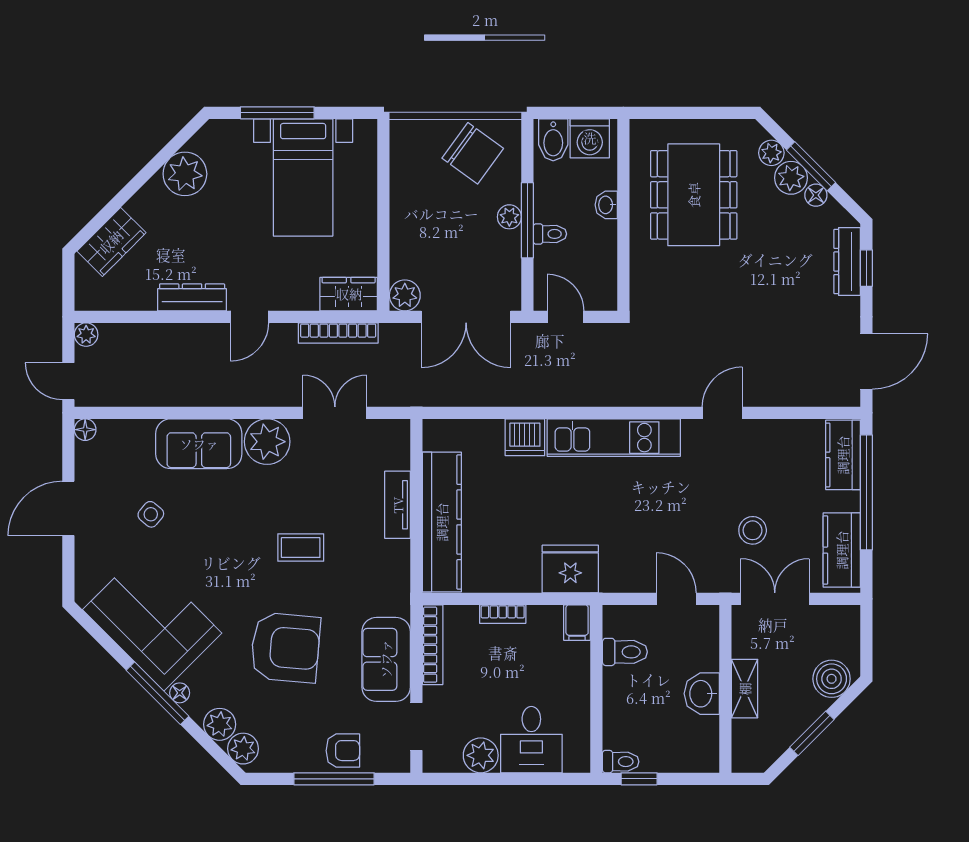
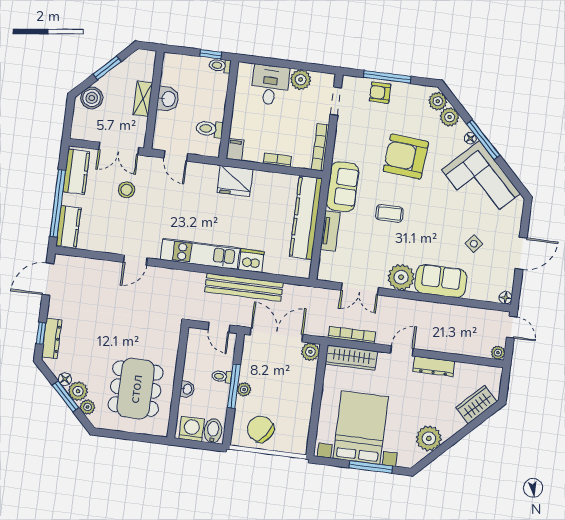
bed with nightstands: (303, 177) -> (361, 428), width x1.36
wardrobe: (349, 294) -> (351, 358), width x1.50
bench: (532, 390) -> (244, 287), added
sofa: (386, 659) -> (343, 187), moved

